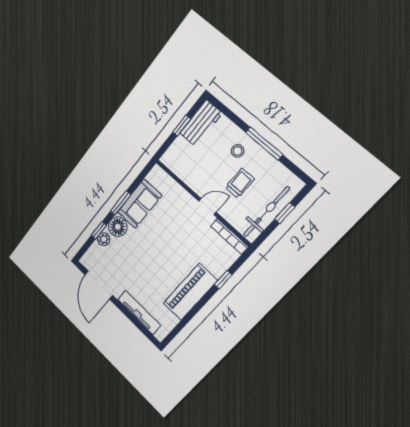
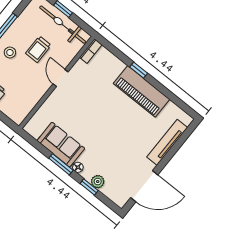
trolley: (240, 183) -> (38, 49), turned -90
floor lamp: (118, 227) -> (78, 167), width x0.53, depth x0.53
bookcase: (229, 236) -> (91, 51), width x0.64
window: (223, 280) -> (139, 70), moved

